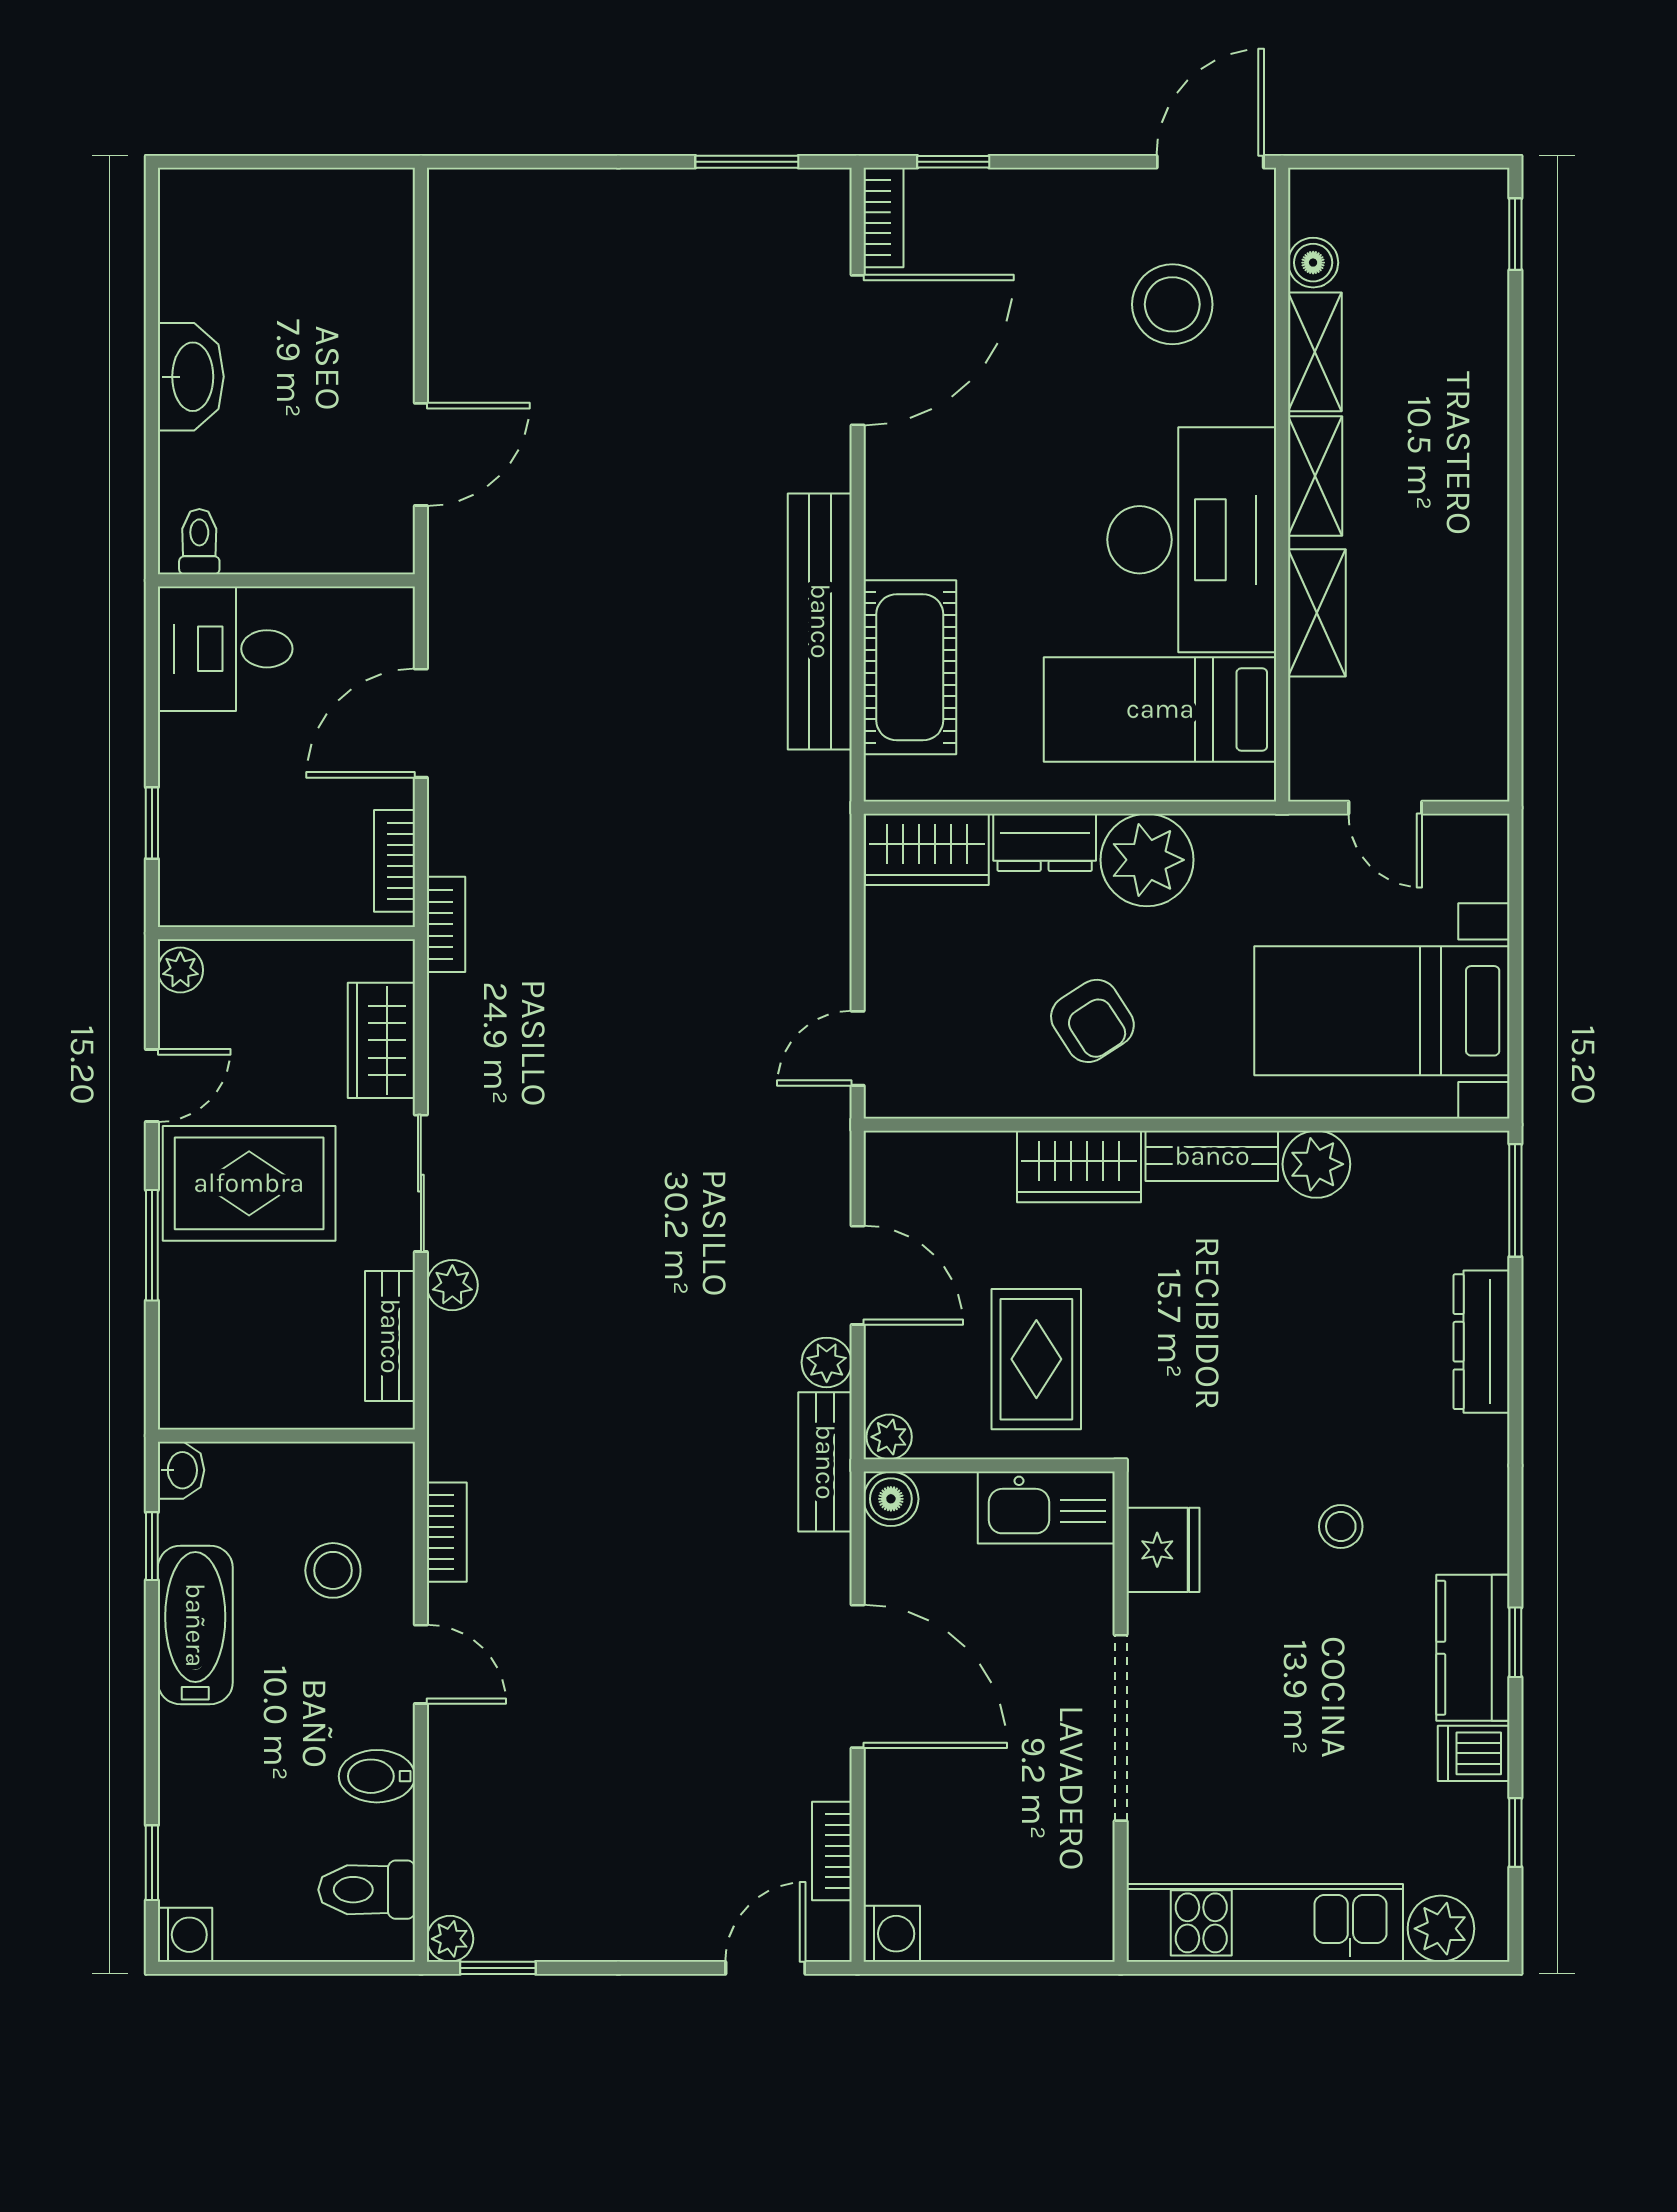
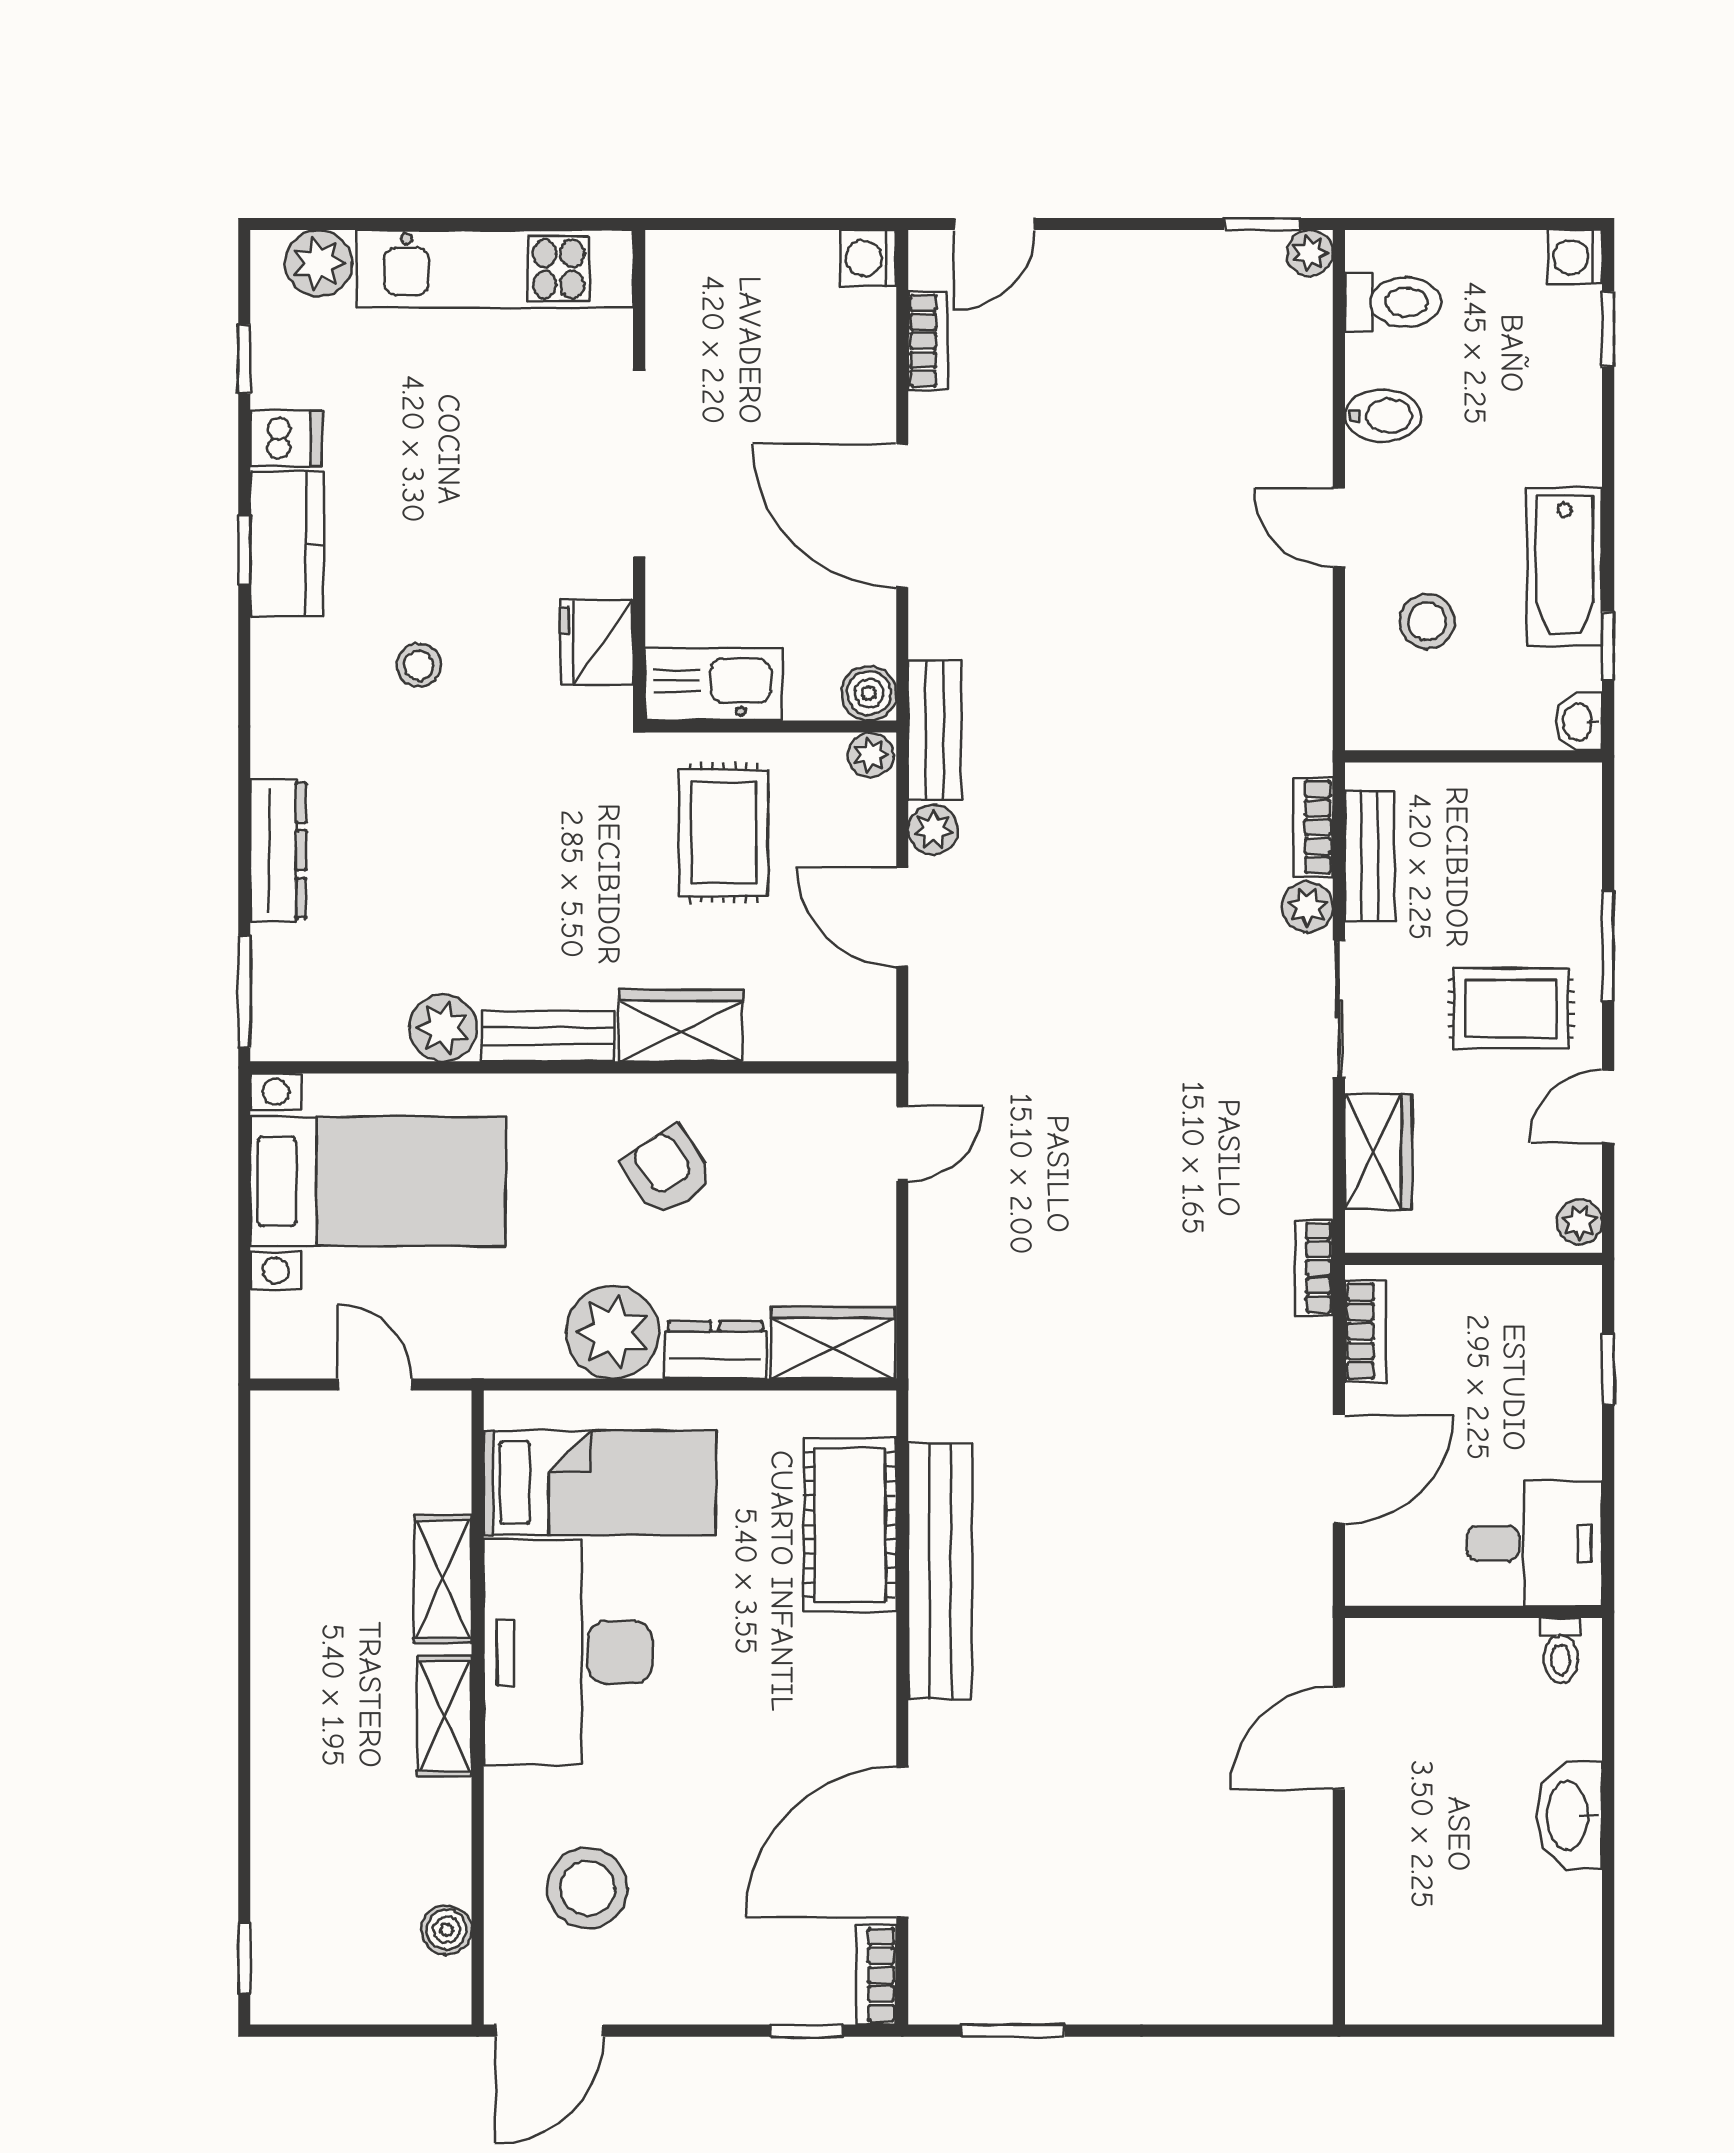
shelving: (1315, 352) -> (445, 1840), removed
rug: (249, 1183) -> (1511, 1009), width x0.73, depth x0.70
bookcase: (447, 1532) -> (1313, 827), moved

